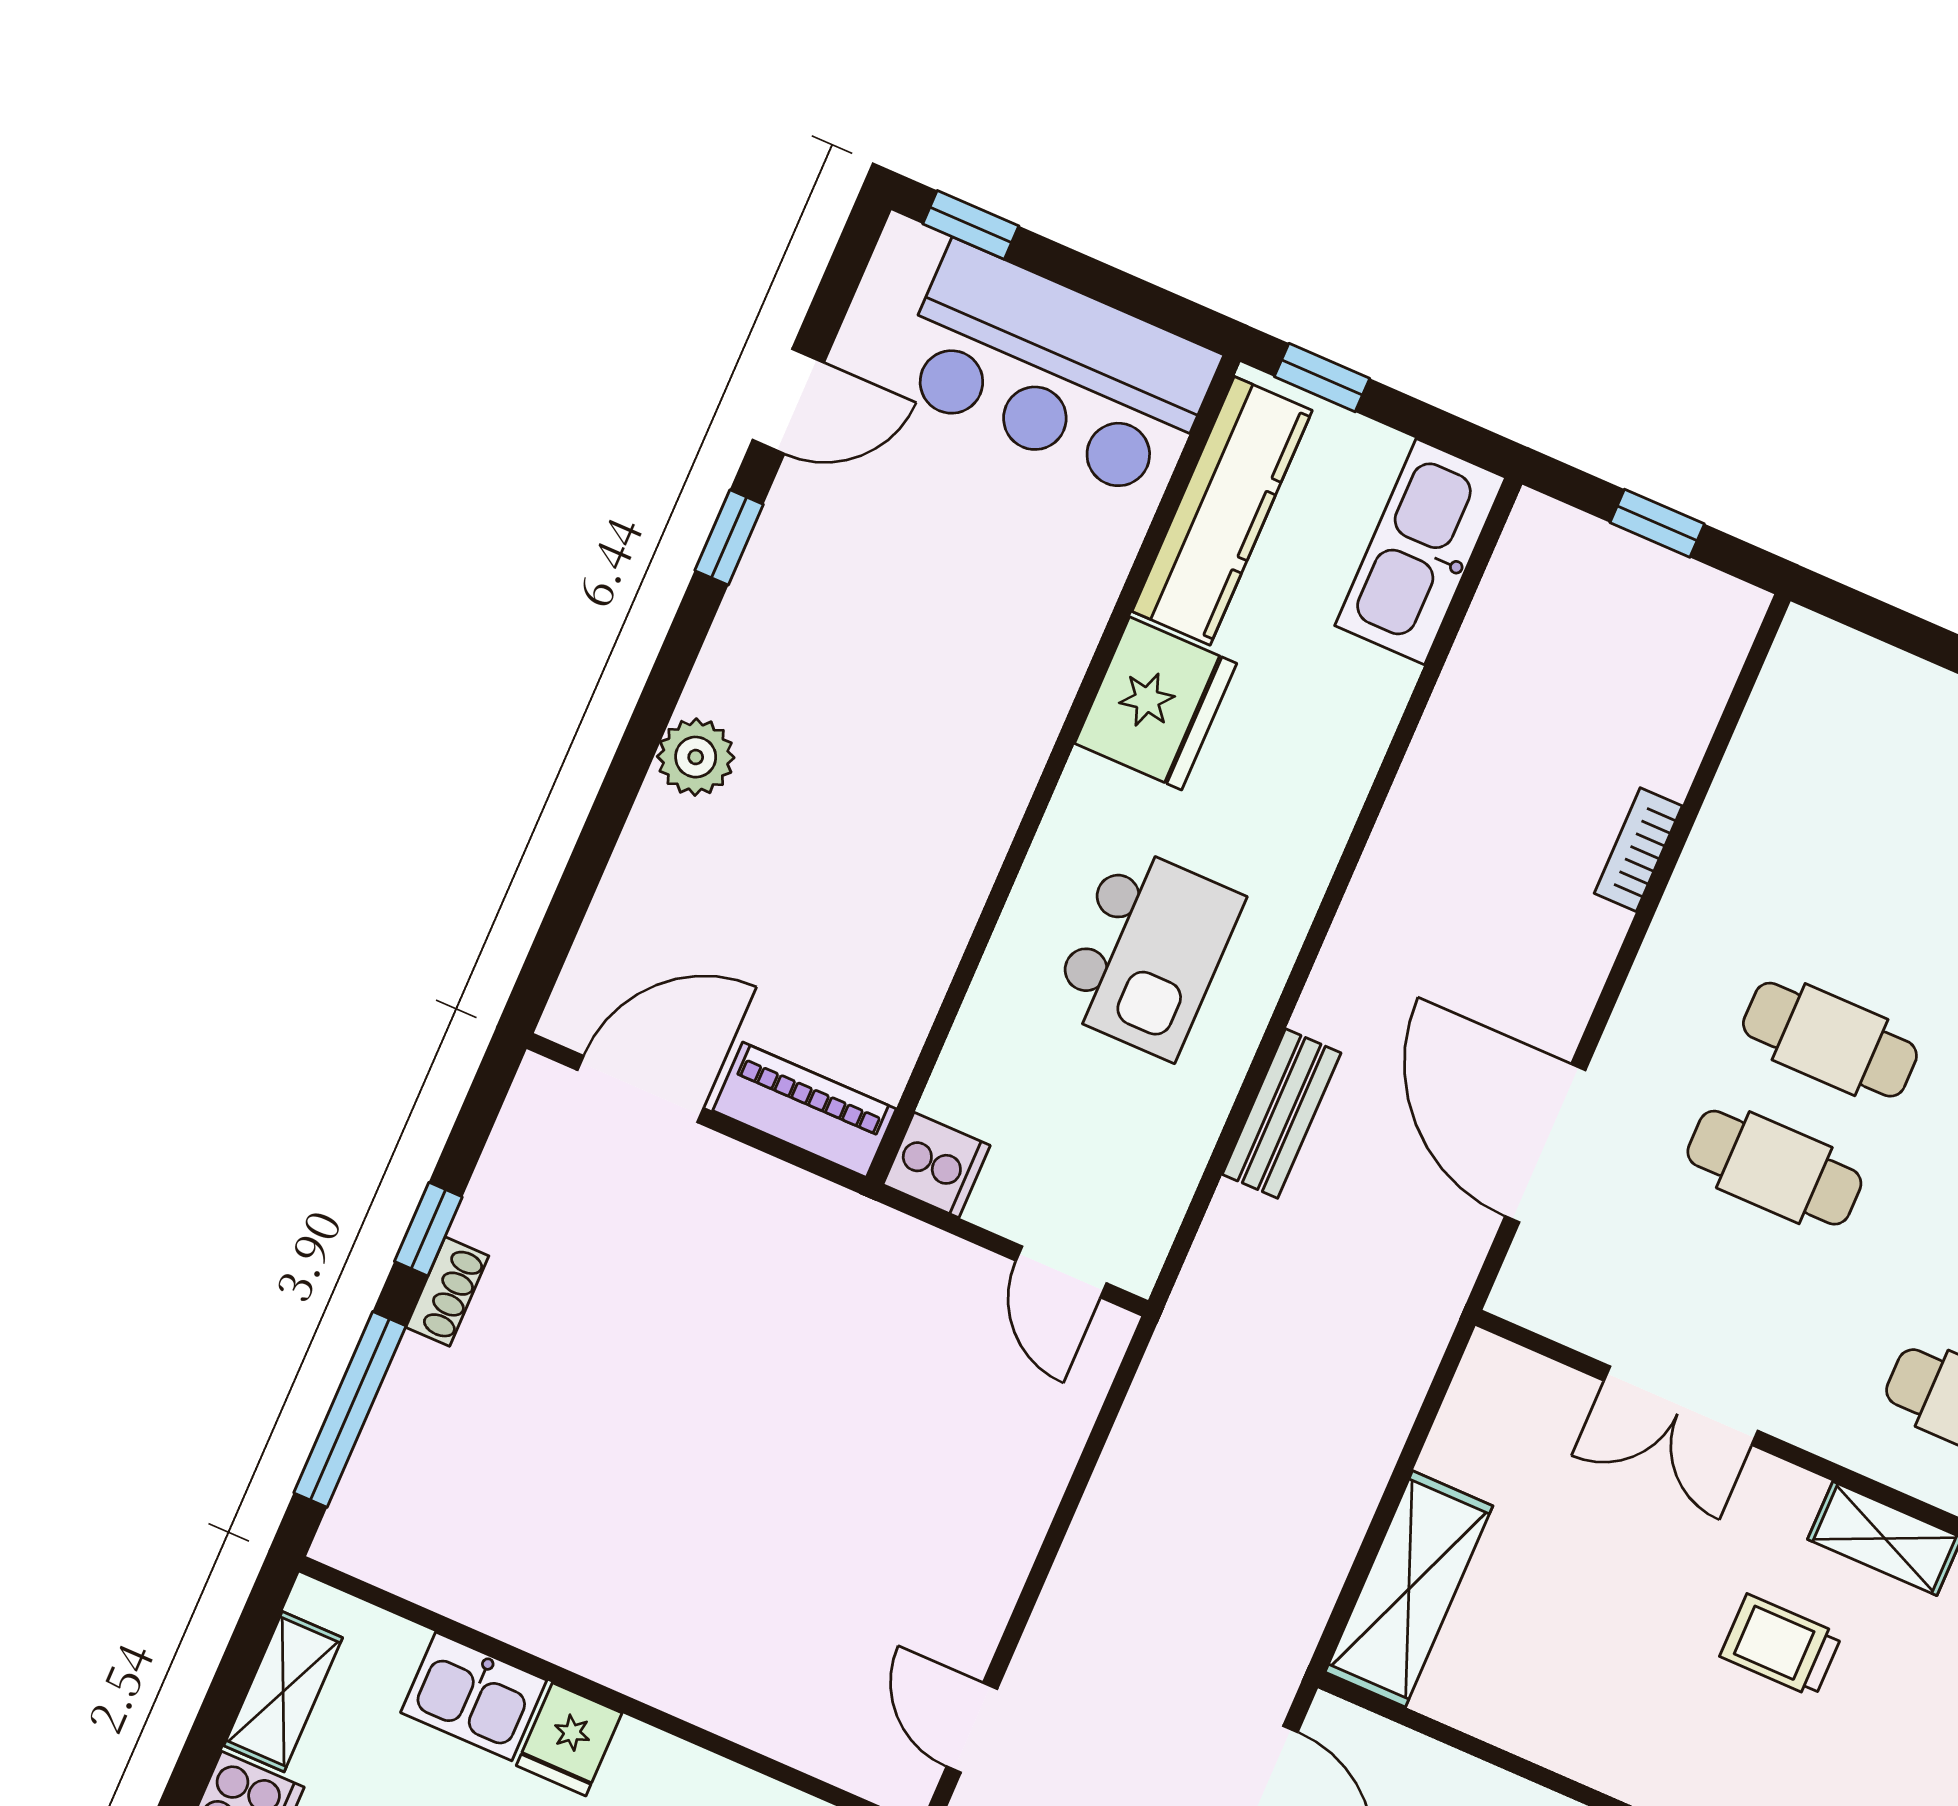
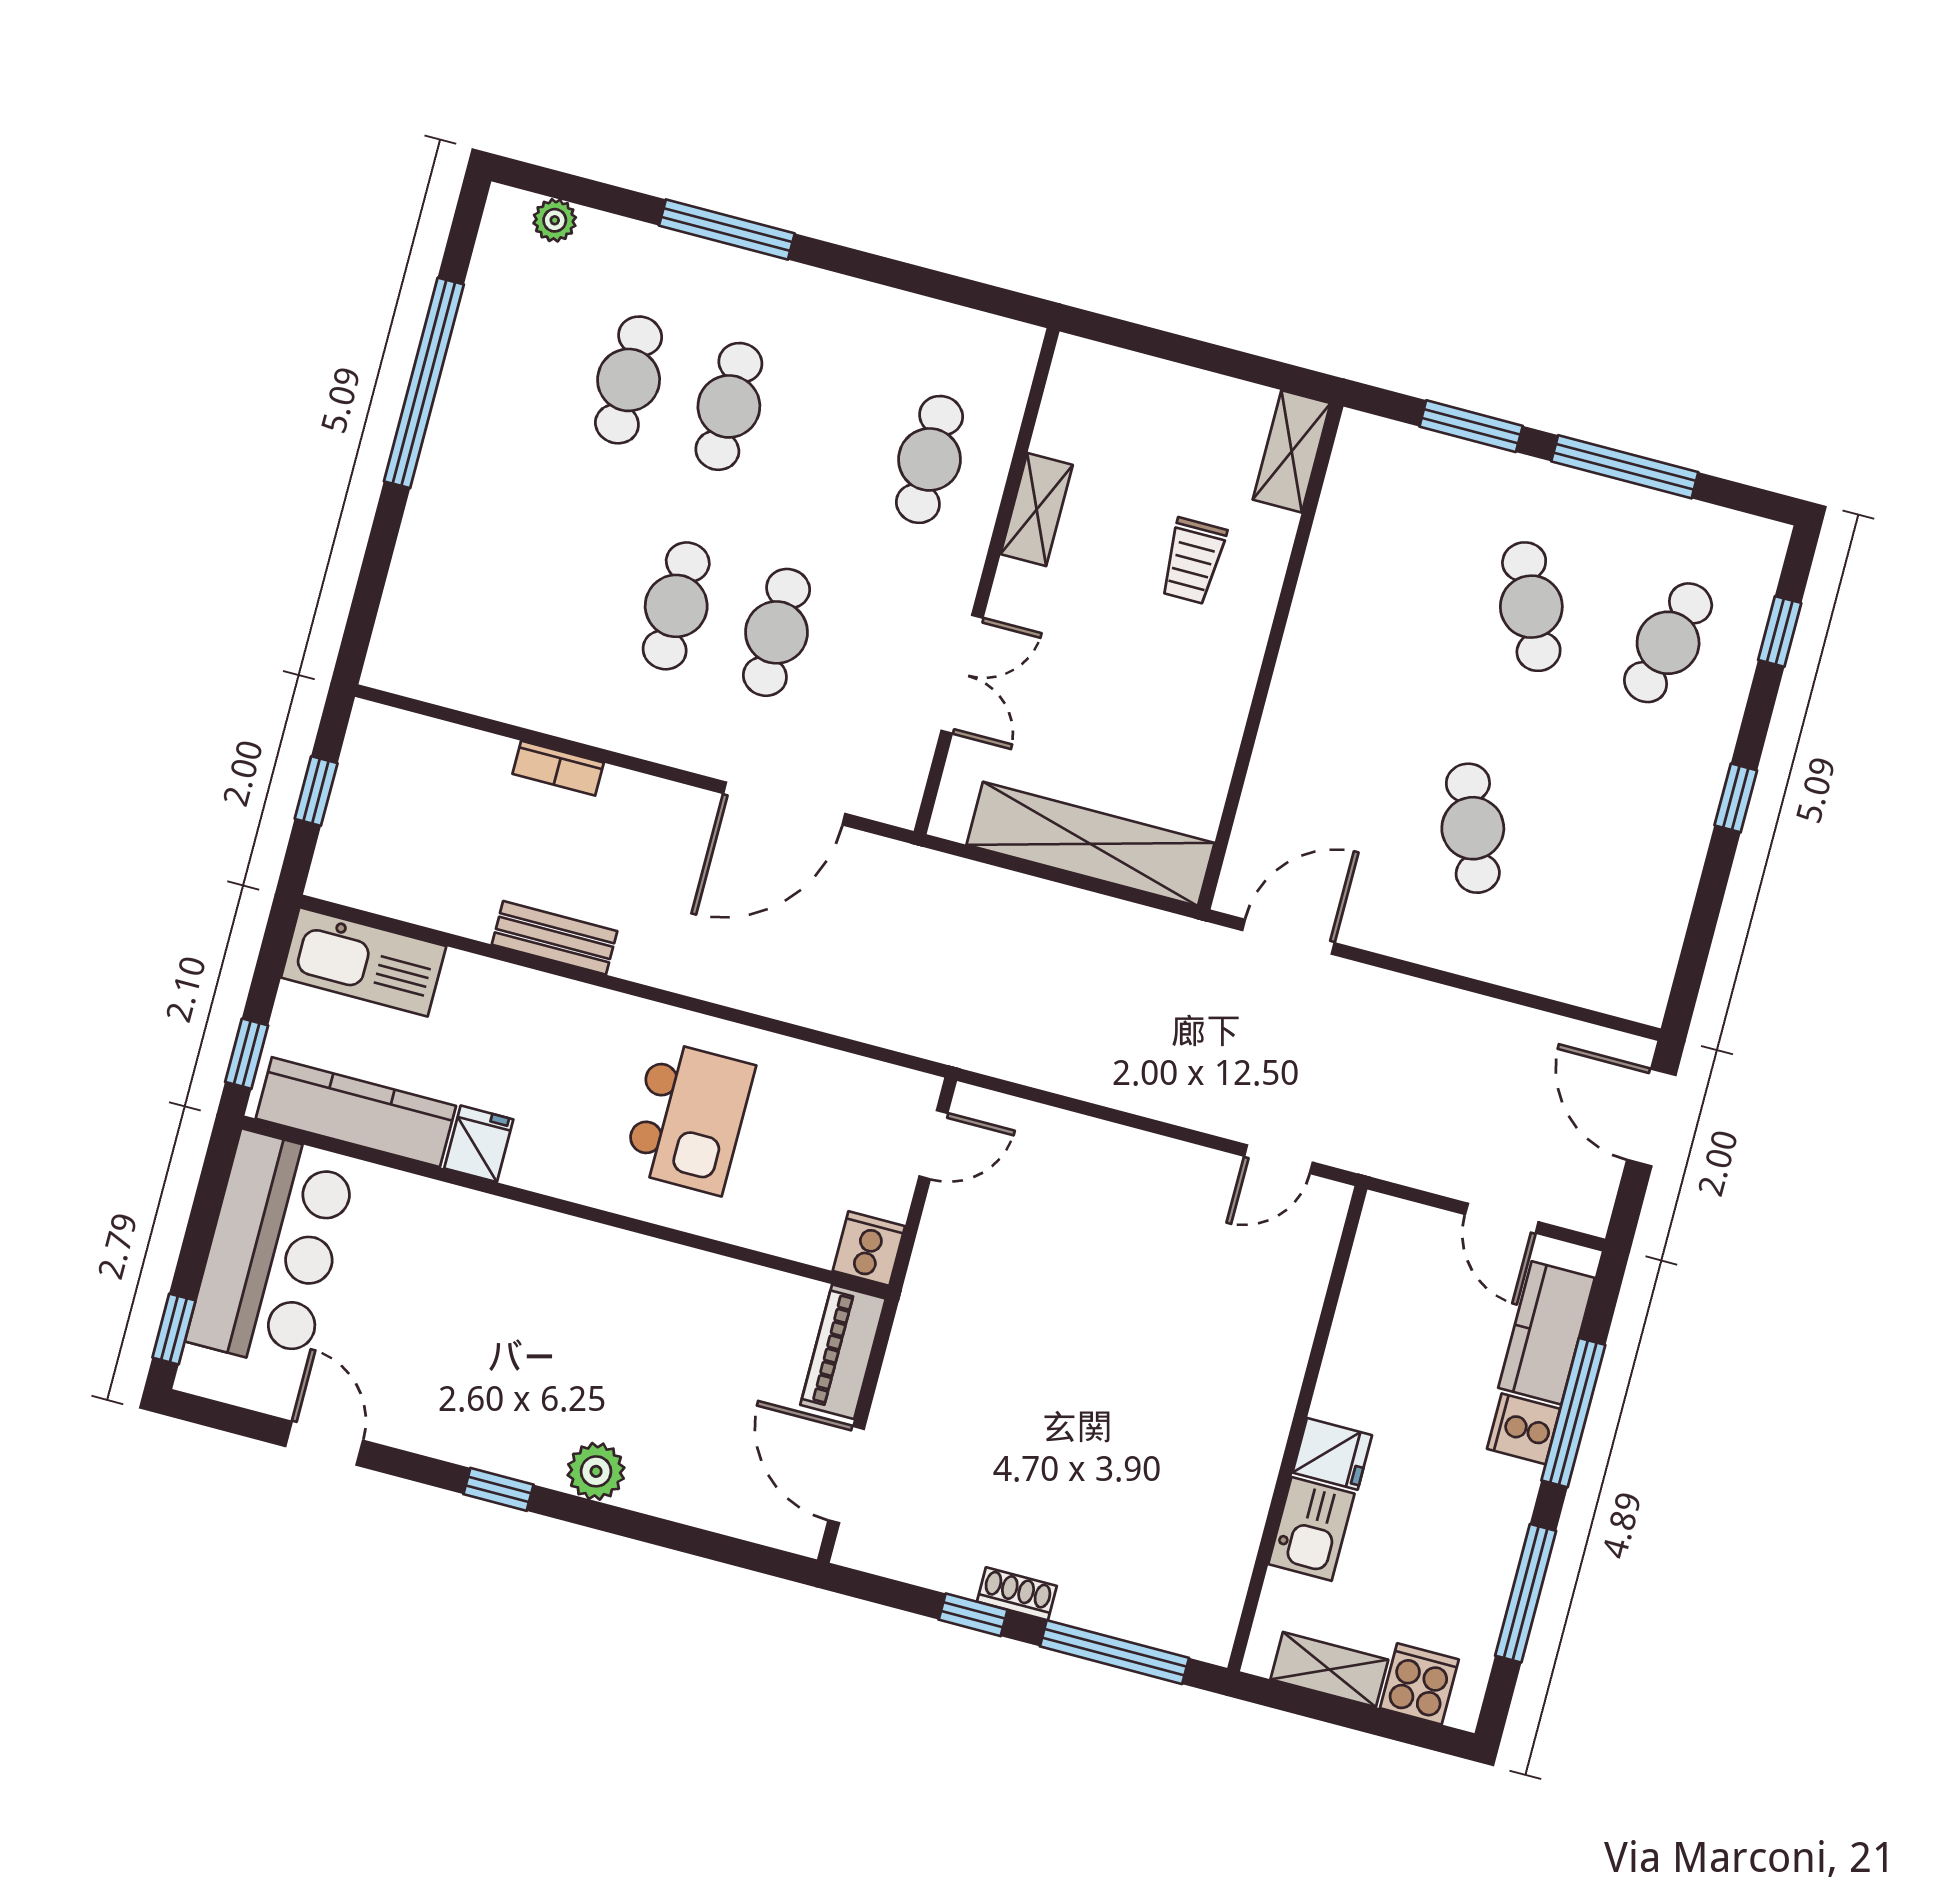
window: (729, 537) -> (498, 1489), moved
fridge: (1156, 703) -> (479, 1144), width x0.53, depth x0.75
kitchen island: (1147, 952) -> (689, 1118), turned 90
bench: (1282, 1114) -> (555, 938), moved
shelving: (1409, 1589) -> (1090, 844), width x1.47
trolley: (1781, 1646) -> (1193, 561), moved

